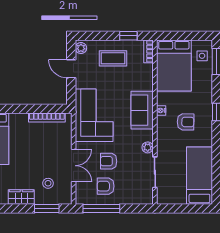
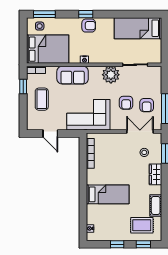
plant: (81, 48) -> (33, 125), removed
door: (71, 69) -> (50, 133), hinge flipped
sofa: (142, 110) -> (73, 75), moved
armchair: (186, 122) -> (89, 26), moved, turned 89
plant: (148, 147) -> (111, 75), width x1.88, depth x1.88
double door: (74, 166) -> (140, 131), moved

